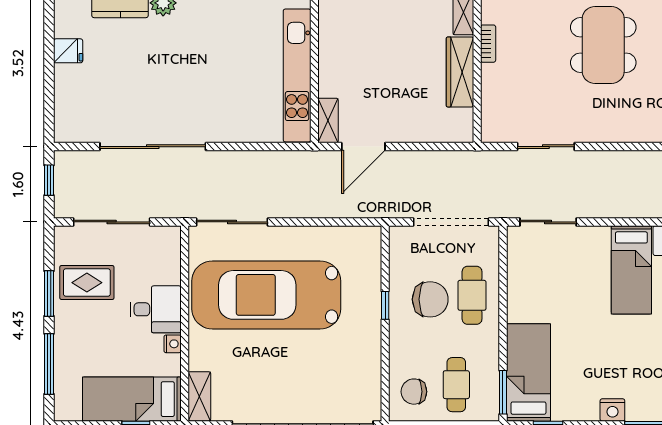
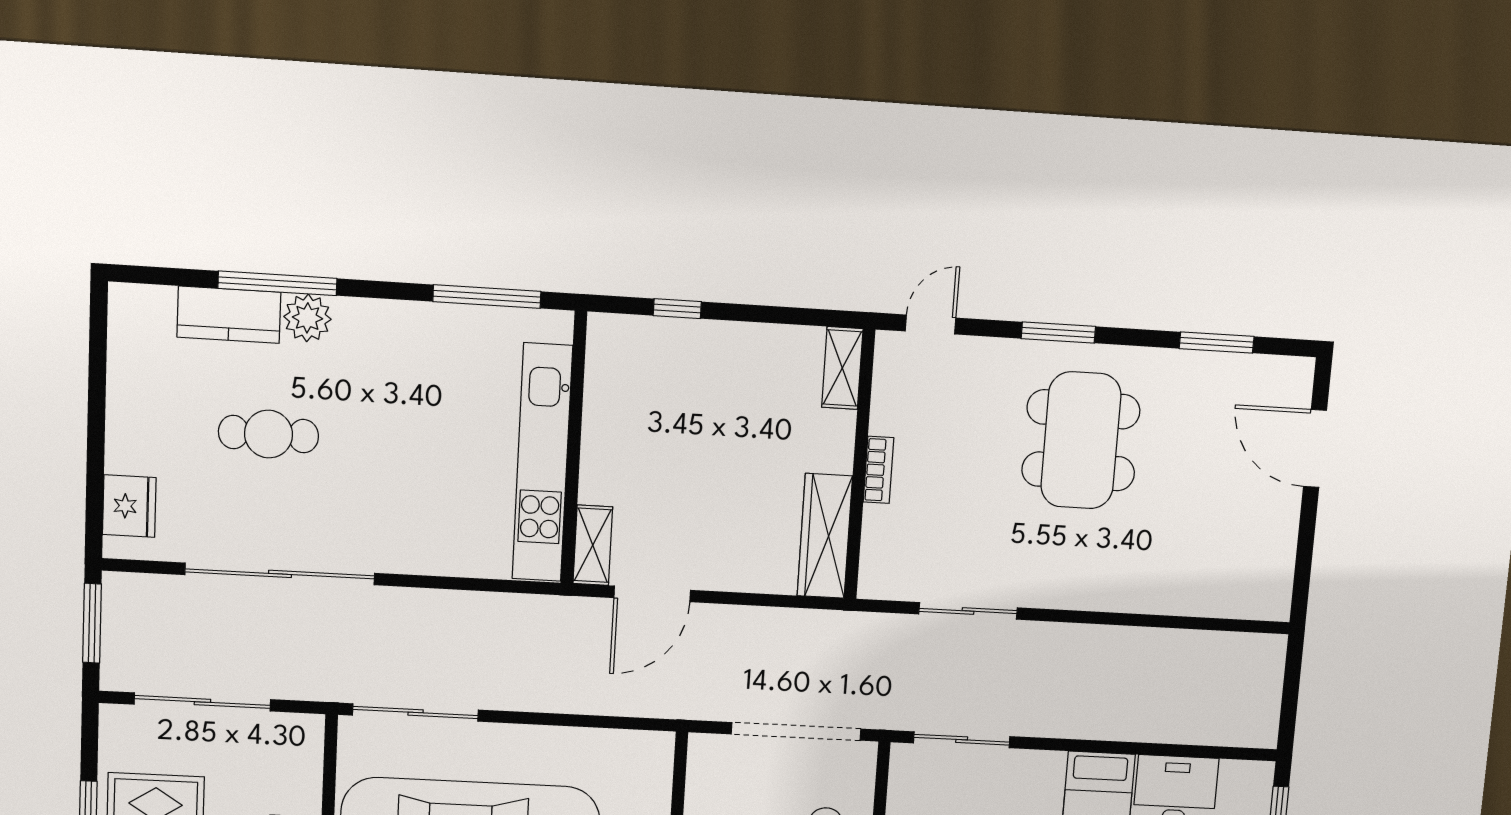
bookcase: (488, 44) -> (879, 470), moved
fridge: (68, 51) -> (129, 506), moved, width x1.38
cafe table: (144, 68) -> (268, 434), added
wardrobe: (460, 72) -> (825, 536), moved
window: (49, 180) -> (92, 623), width x1.50

